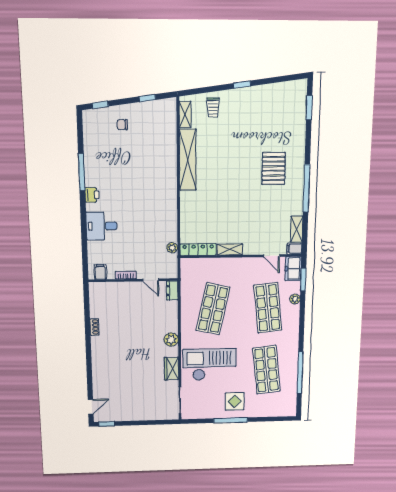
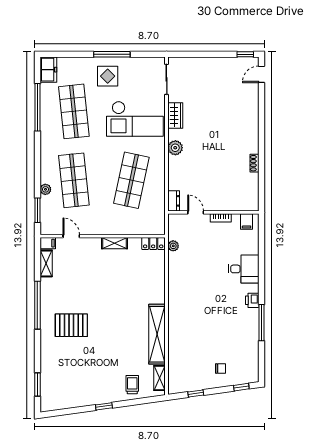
pallet: (274, 169) -> (71, 325), turned 90
locker: (198, 250) -> (153, 244), width x0.66
freezer: (293, 269) -> (48, 70), moved

